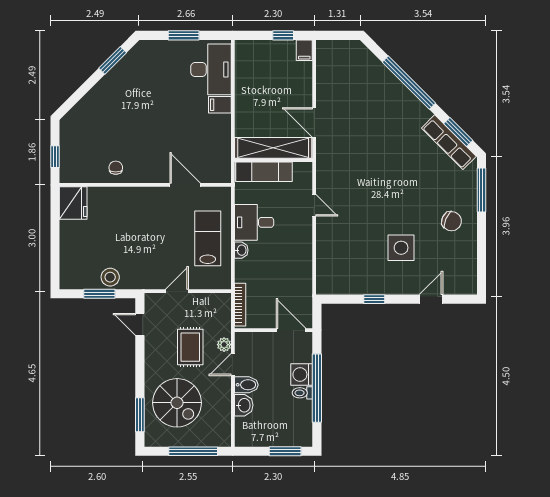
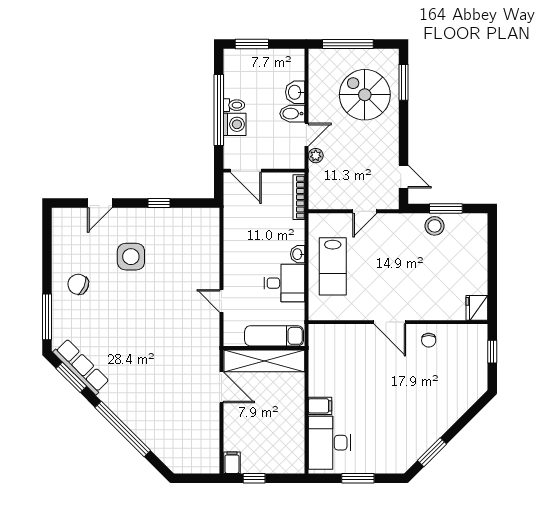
door: (185, 185) -> (390, 322), moved
fridge: (73, 203) -> (477, 308), width x0.73, depth x0.75
rug: (190, 347) -> (351, 153), removed

